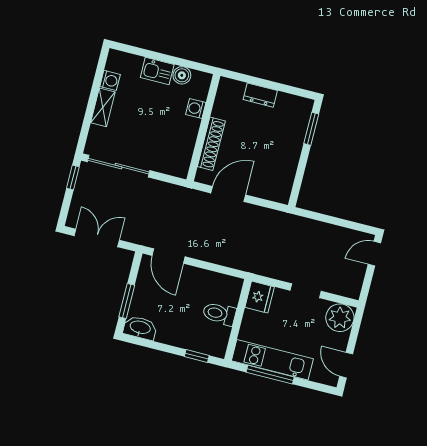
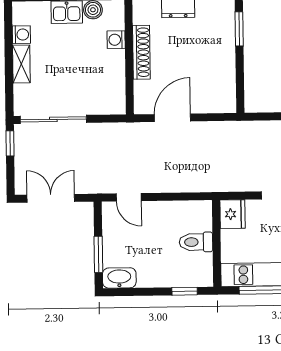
shoe rack: (211, 144) -> (141, 52), moved
door: (169, 256) -> (129, 197), width x0.73

